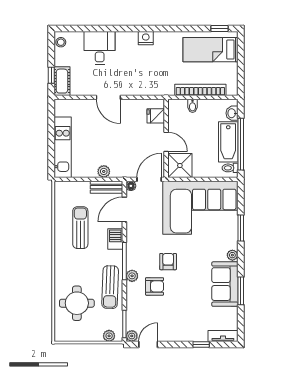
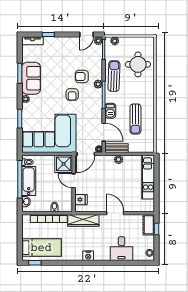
wardrobe: (152, 87) -> (83, 220), added
door: (124, 210) -> (104, 132), hinge flipped

